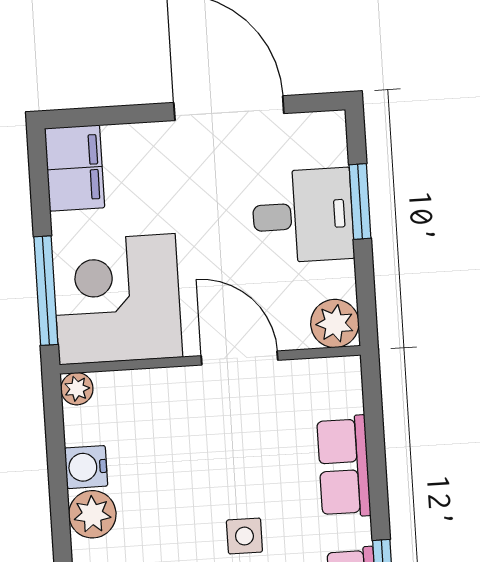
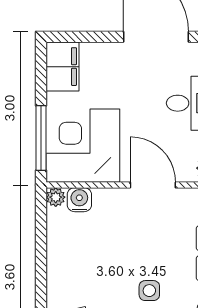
water cooler: (86, 467) -> (79, 200), moved, turned 90
plant: (92, 514) -> (60, 272), removed

